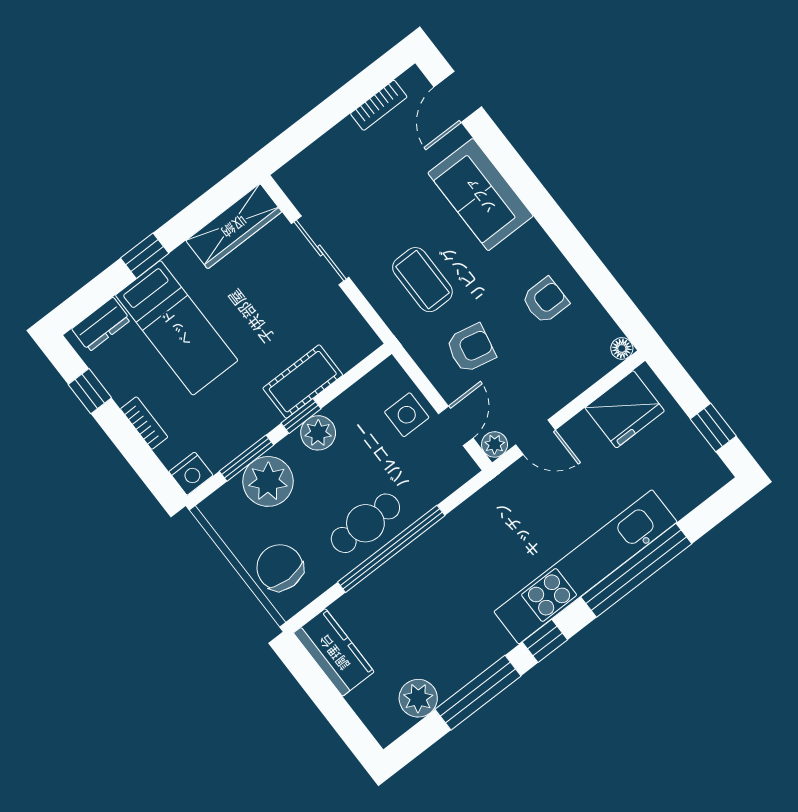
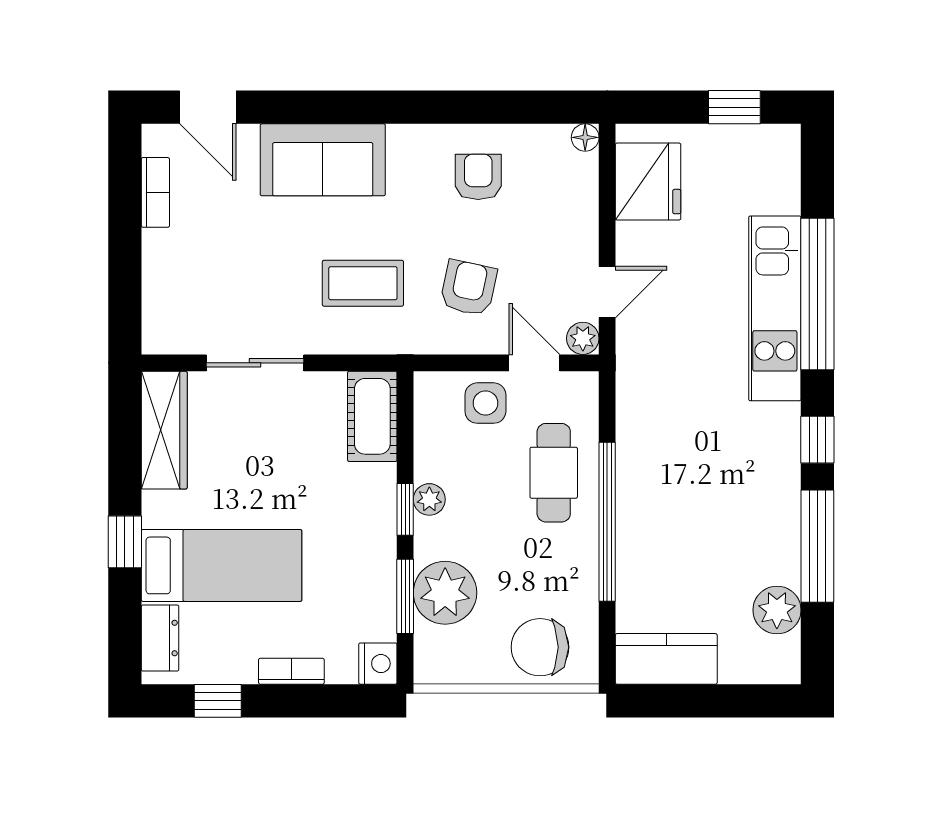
cot: (303, 382) -> (372, 416), moved
plant: (318, 433) -> (429, 499), width x0.73, depth x0.73
cafe table: (365, 523) -> (554, 473), moved
kitchen unit: (585, 567) -> (775, 308), width x0.73

